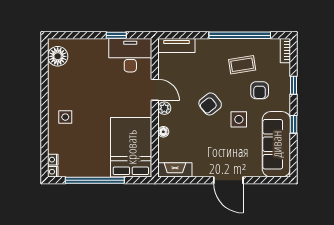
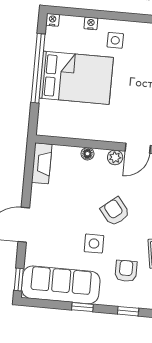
armchair: (260, 90) -> (126, 271), turned 90
bed: (131, 147) -> (76, 78), moved
nightstand: (53, 160) -> (91, 23), moved
window: (275, 180) -> (19, 279), added

